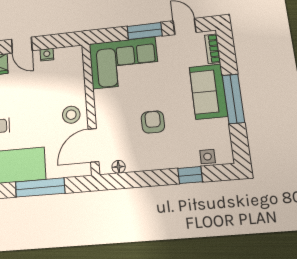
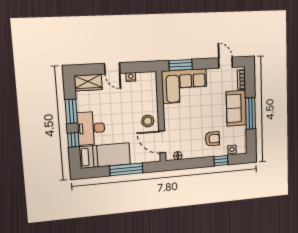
window: (145, 31) -> (181, 65), moved
armchair: (153, 122) -> (212, 139), moved, turned 90
door: (93, 145) -> (162, 142), hinge flipped

